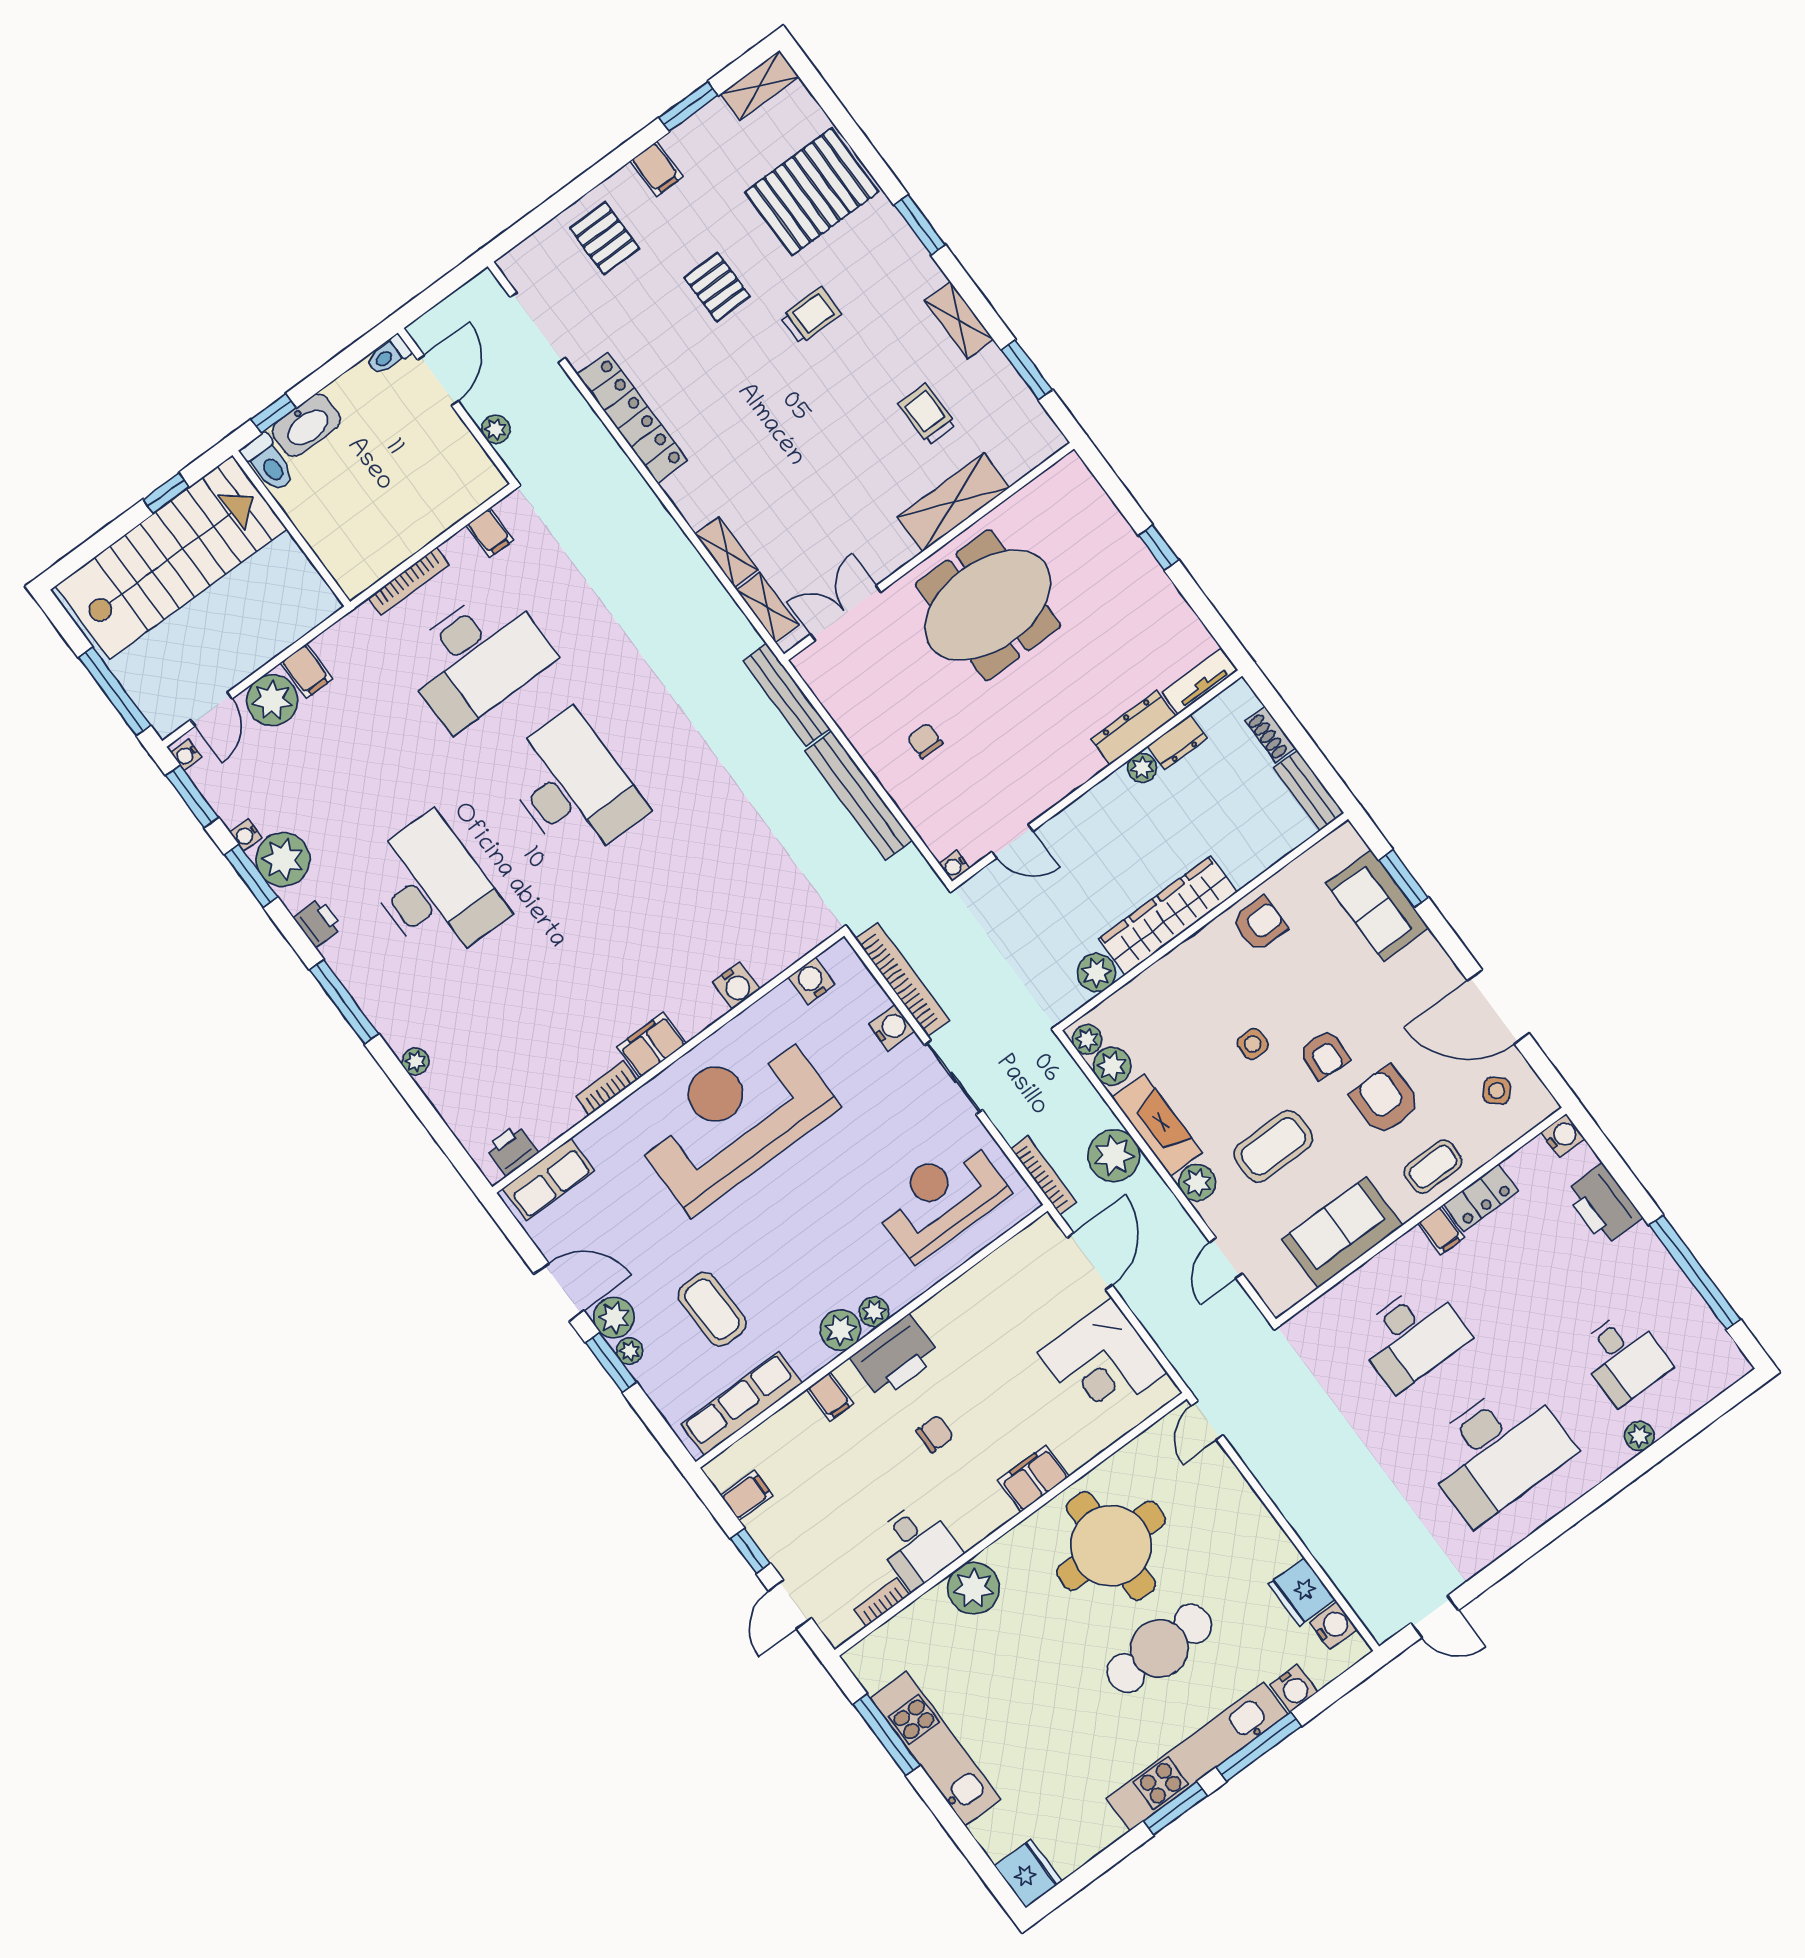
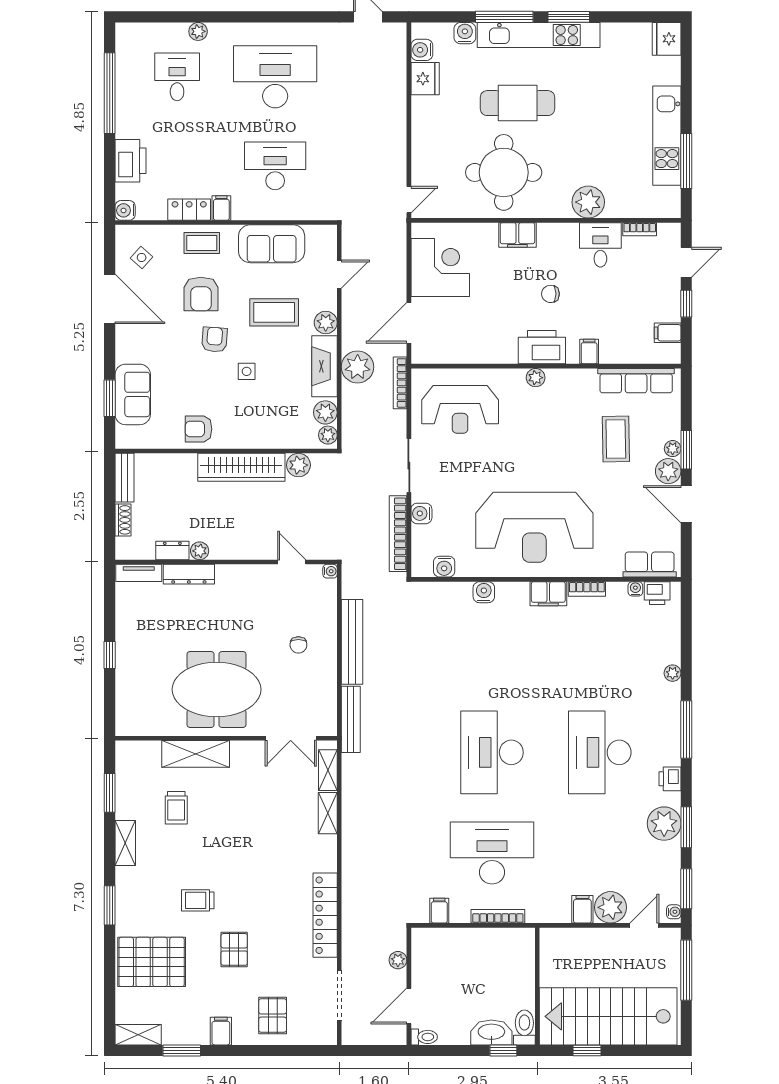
water cooler: (246, 835) -> (635, 589), moved, turned -90
plant: (840, 1330) -> (559, 381), removed

